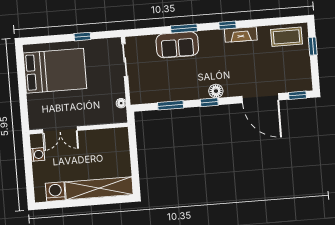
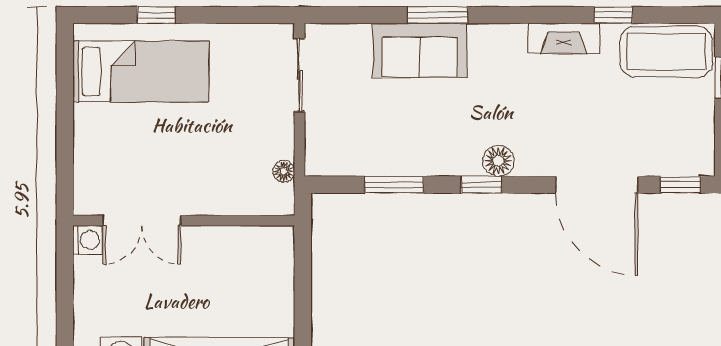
window: (228, 25) -> (613, 15), moved
window: (82, 37) -> (156, 15), moved
coffee table: (287, 37) -> (666, 52), width x1.36, depth x1.32
bed: (55, 71) -> (141, 72), width x0.67
washing machine: (38, 154) -> (87, 240), moved

